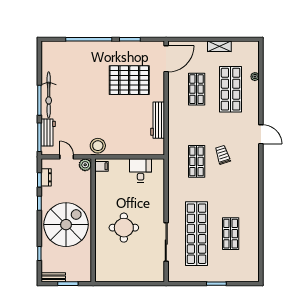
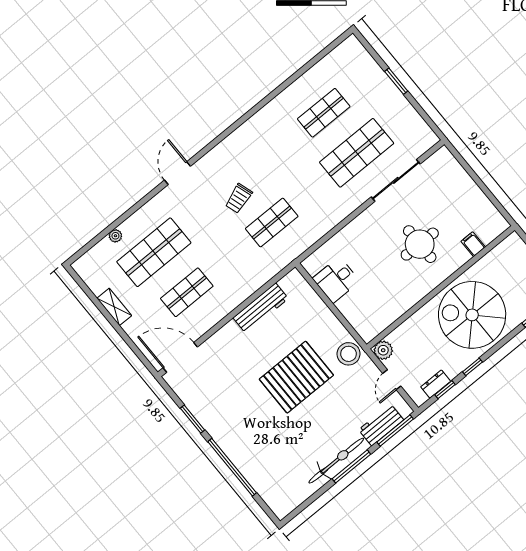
pallet: (129, 80) -> (296, 377), moved, turned 90
filing cabinet: (102, 166) -> (473, 244), moved
shop shelf: (197, 234) -> (357, 153), width x0.71

